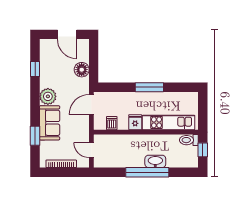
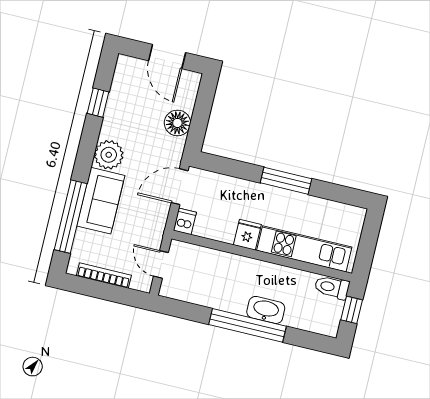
dishwasher: (112, 123) -> (185, 221), moved
window: (35, 136) -> (71, 217), width x2.11

